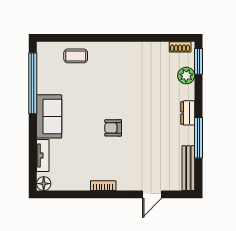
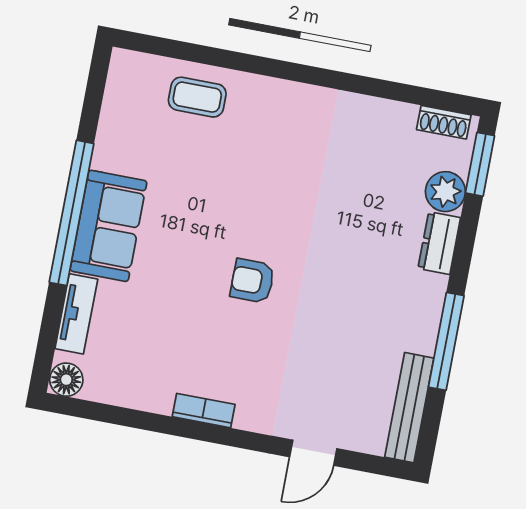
window: (33, 83) -> (72, 213), moved
dresser: (188, 113) -> (439, 243), moved

